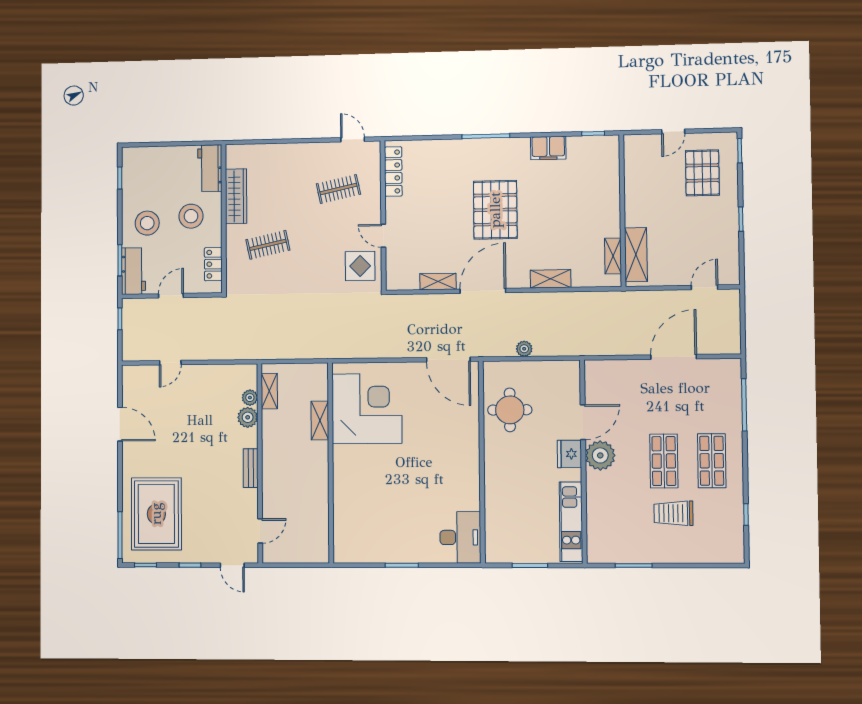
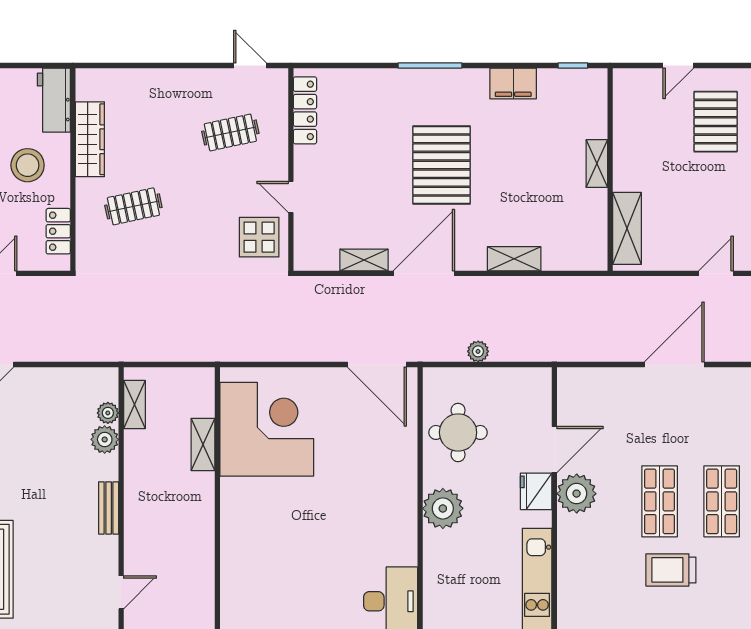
shelving: (613, 256) -> (597, 164), moved
plant: (499, 467) -> (443, 508), added

